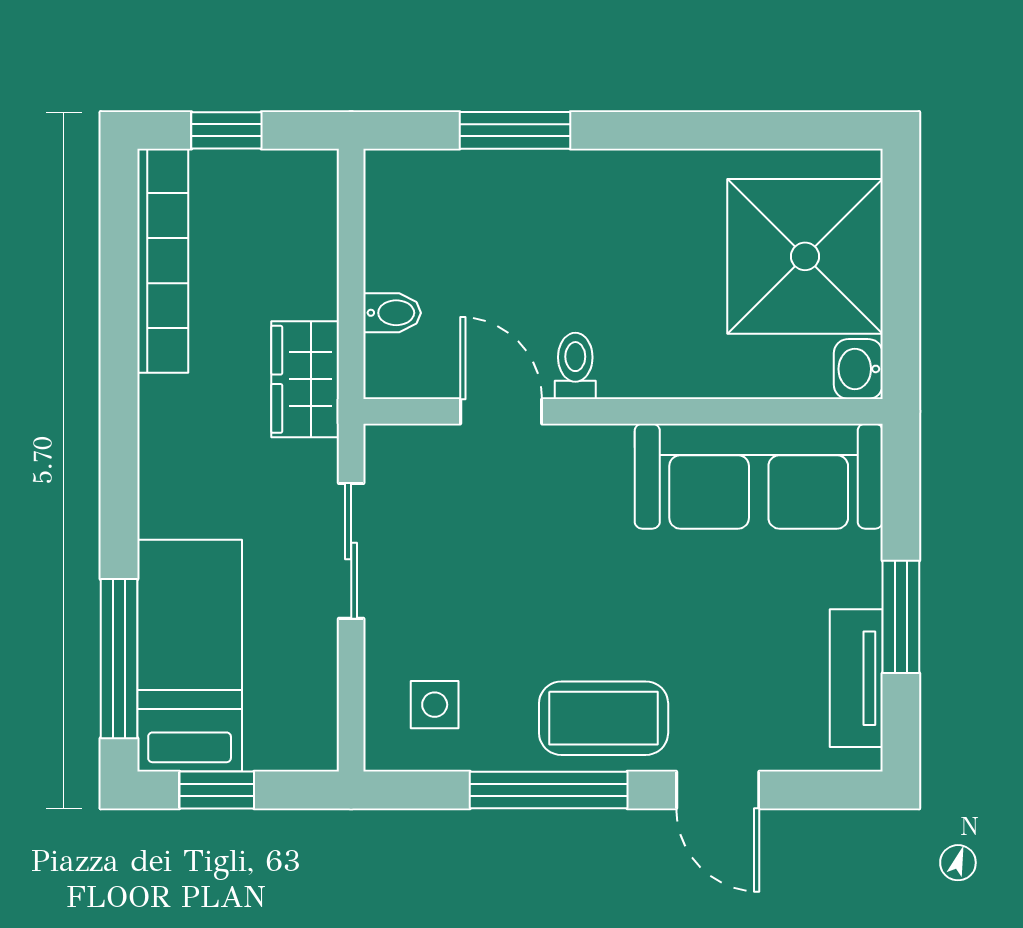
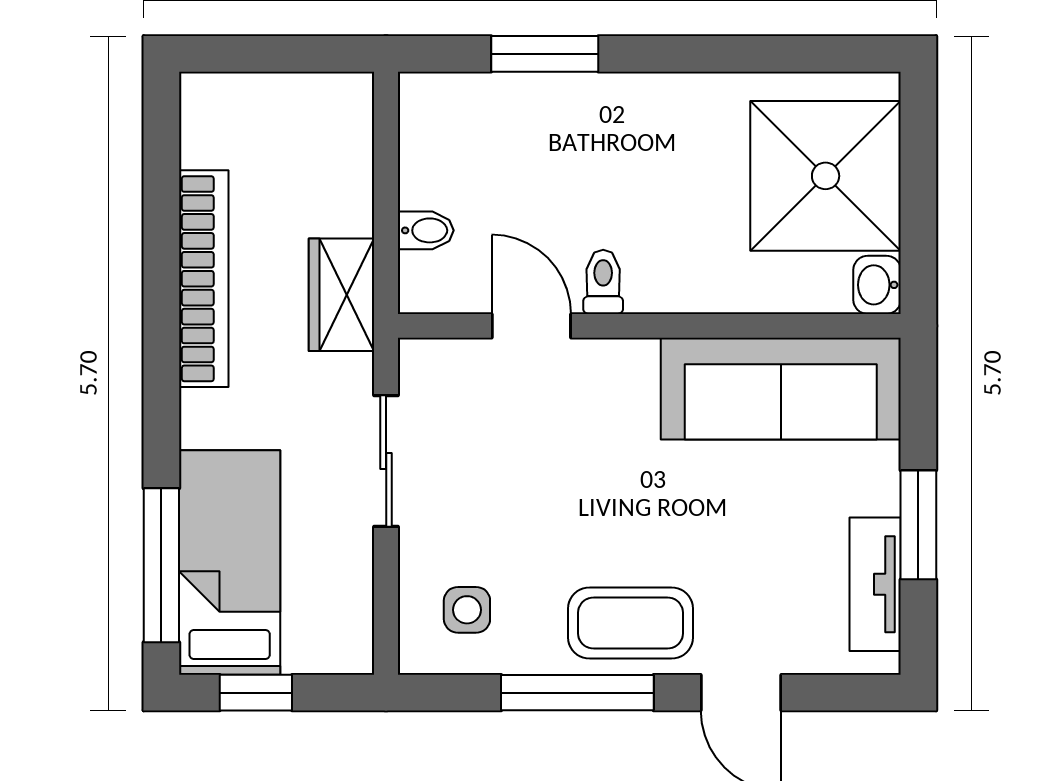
window: (226, 130) -> (265, 54), removed
bookcase: (163, 261) -> (204, 279), moved

